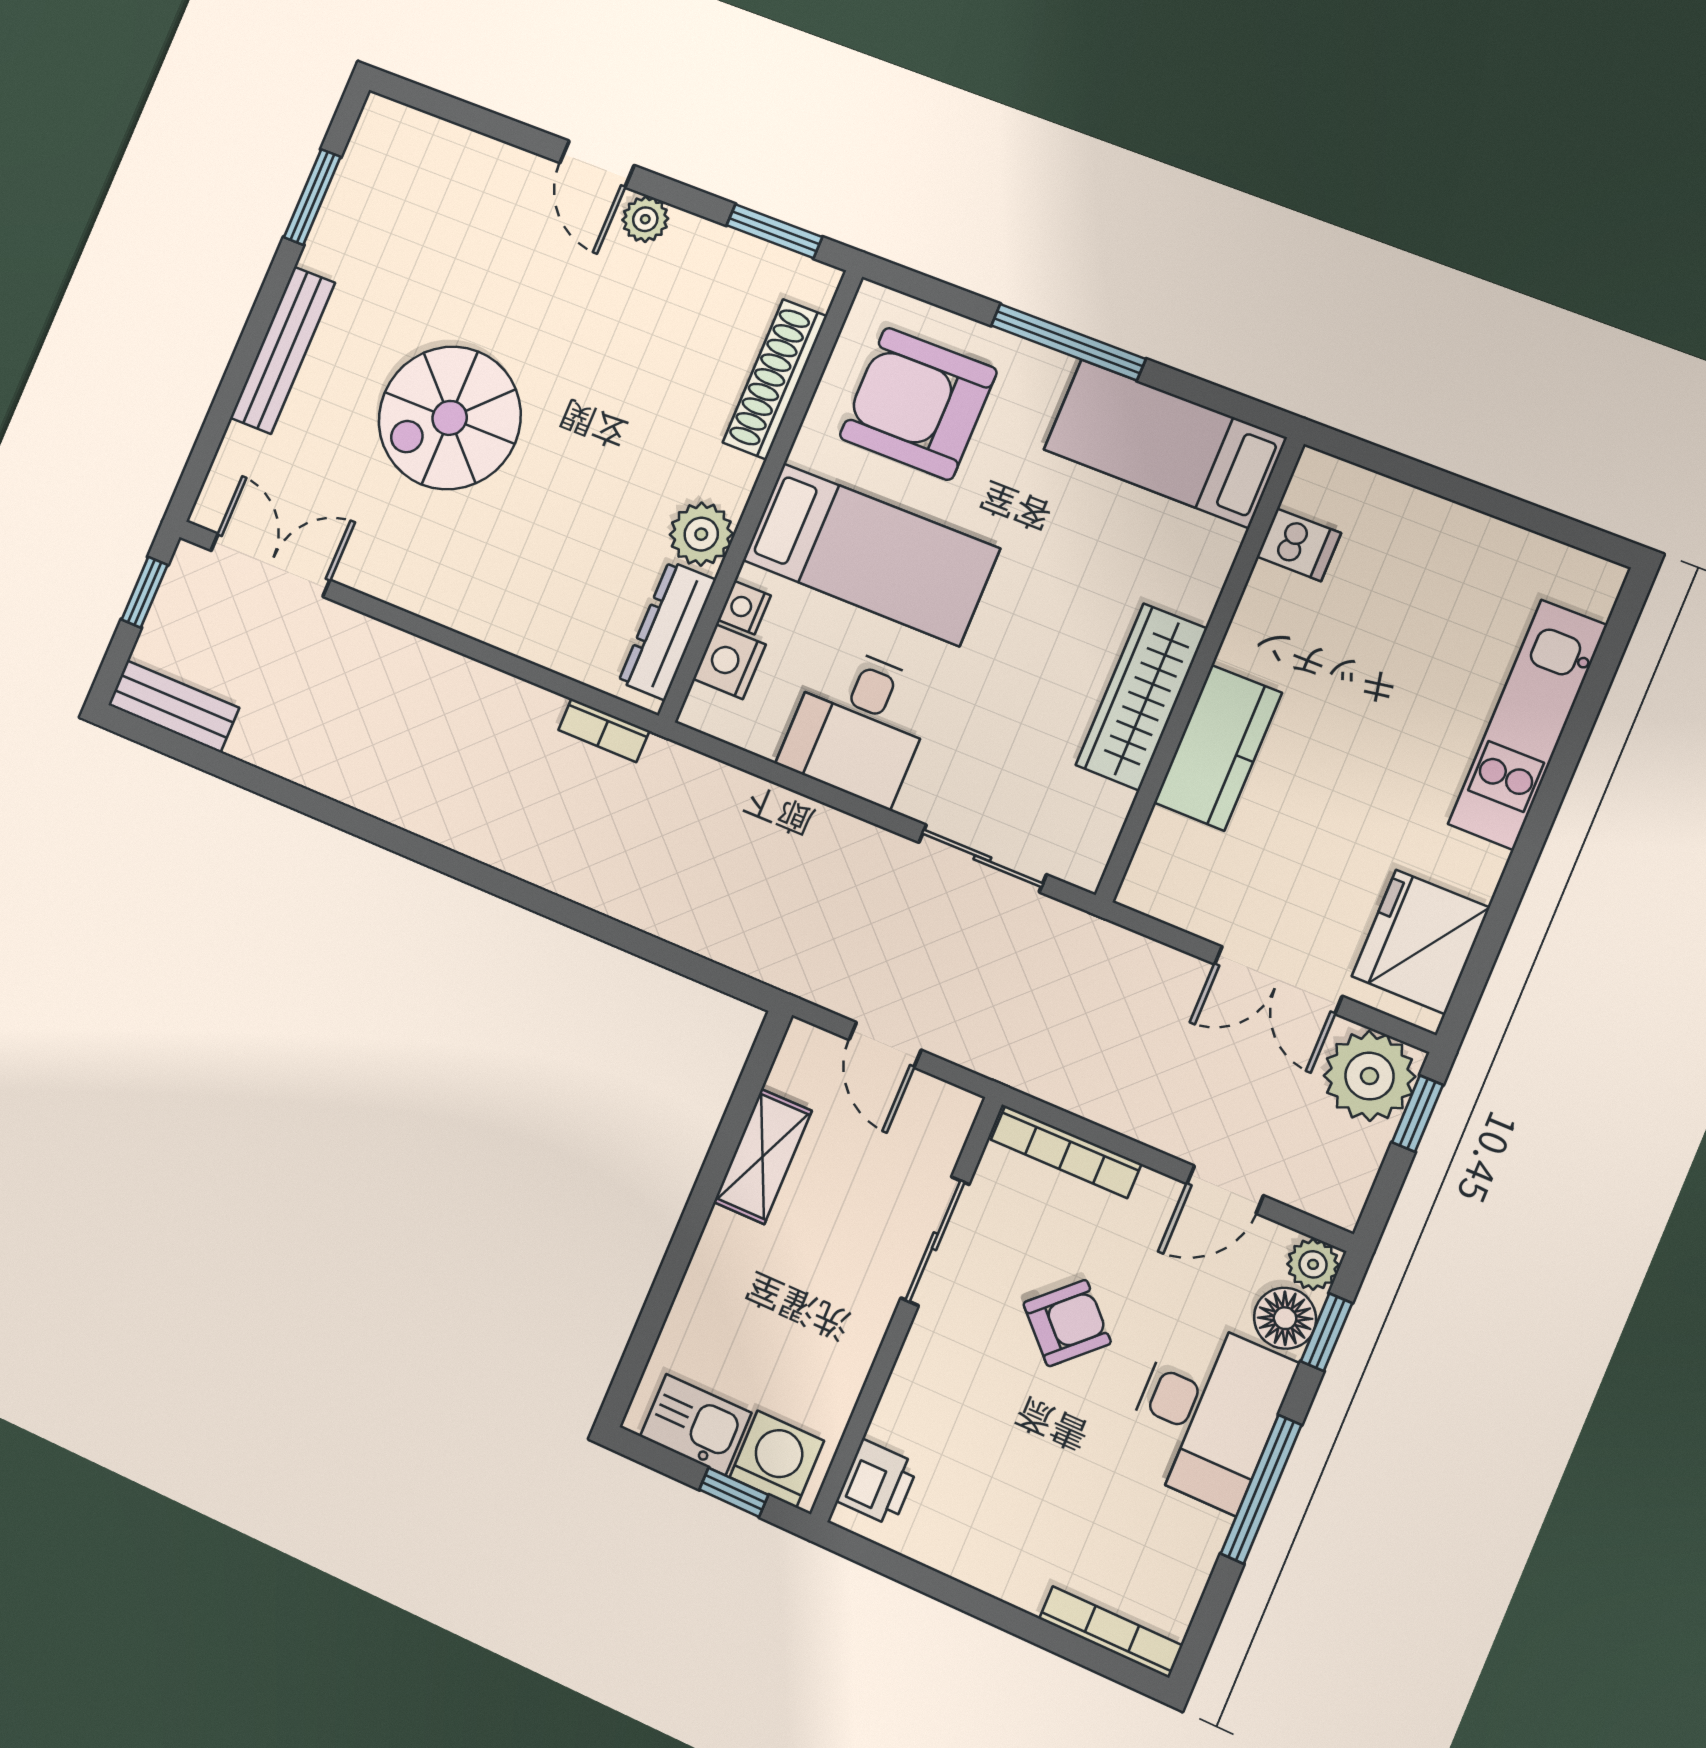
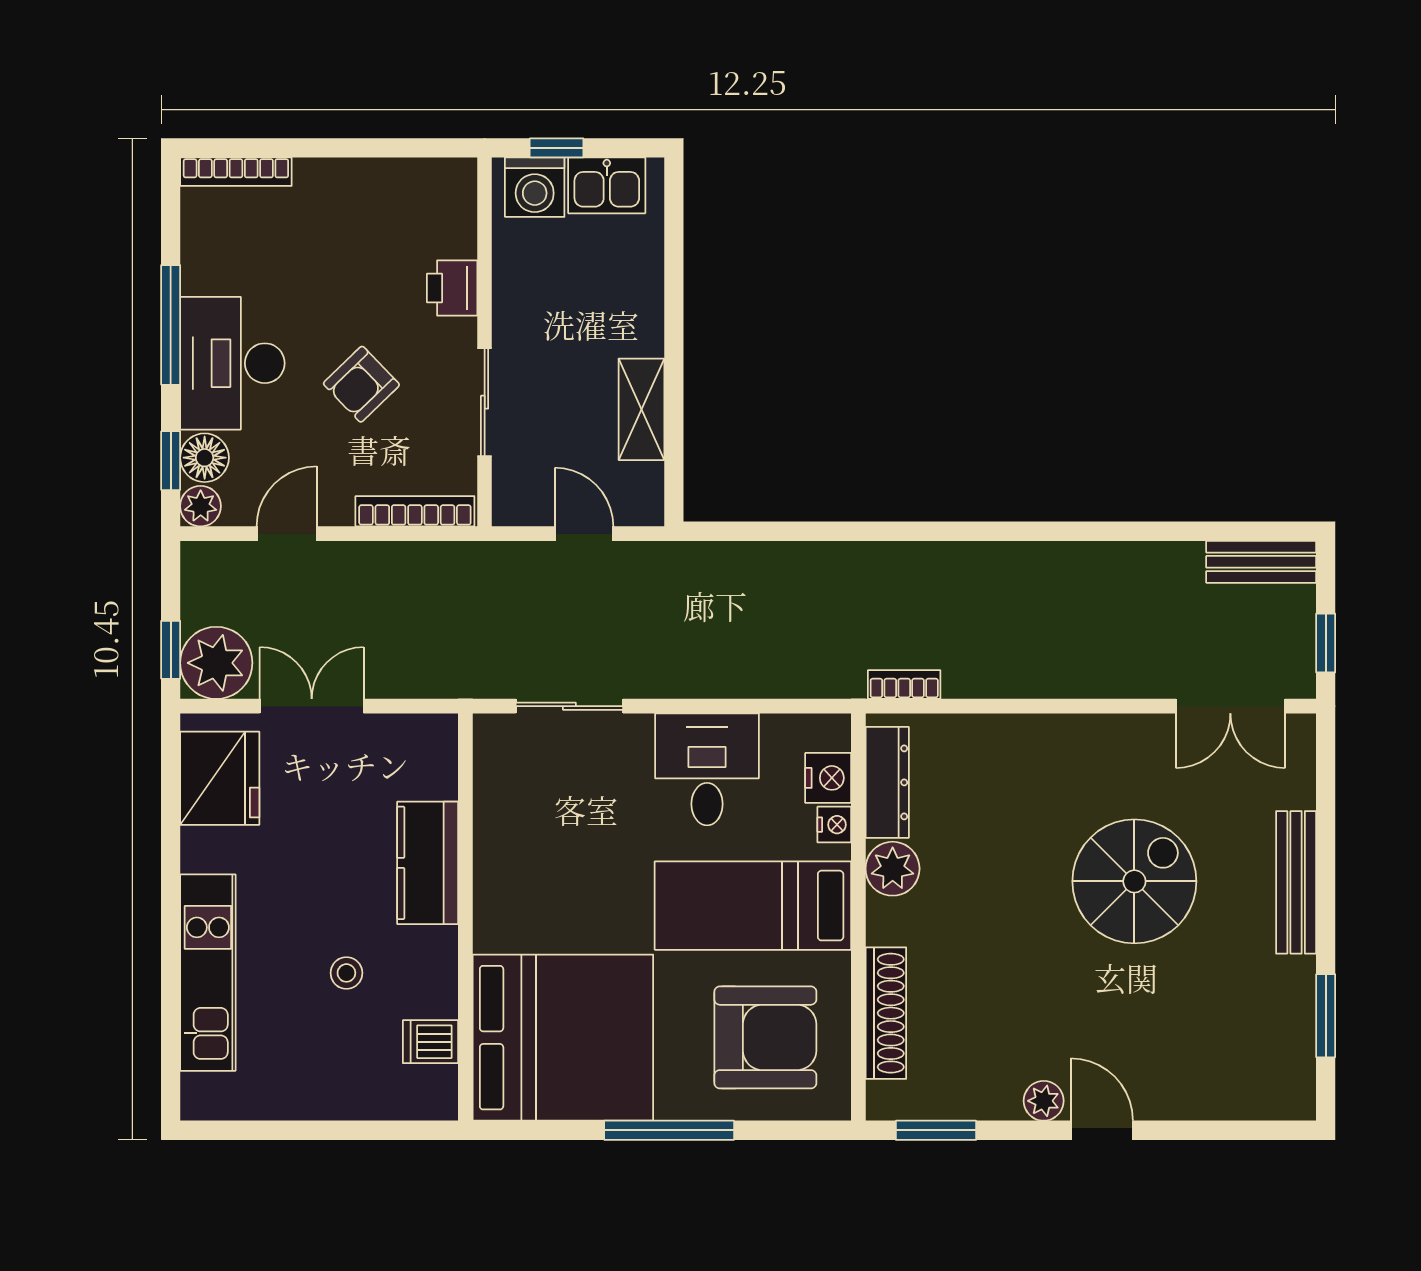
bed: (1165, 444) -> (563, 1038), width x2.04
stool: (1364, 660) -> (346, 973), added
wardrobe: (1141, 697) -> (501, 878), removed
printer: (877, 1483) -> (452, 288), moved

